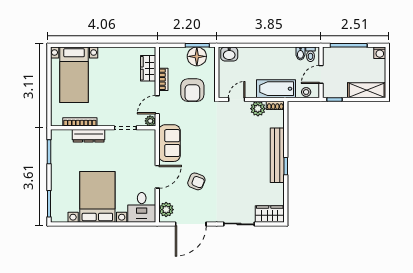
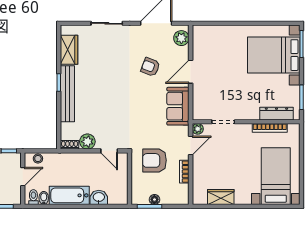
washbasin: (229, 54) -> (99, 197), moved
floor lamp: (197, 56) -> (154, 200), width x0.53, depth x0.53
wardrobe: (148, 68) -> (221, 197), moved, turned -90
bathtub: (276, 89) -> (69, 195), moved, turned 180
armchair: (192, 90) -> (154, 160), turned -90
door: (237, 99) -> (109, 151), hinge flipped
dresser: (89, 136) -> (276, 114), moved
bed with nightstands: (97, 197) -> (274, 55), moved, turned 90
desk: (142, 207) -> (206, 40), removed
wardrobe: (270, 214) -> (69, 50), moved, turned -90

